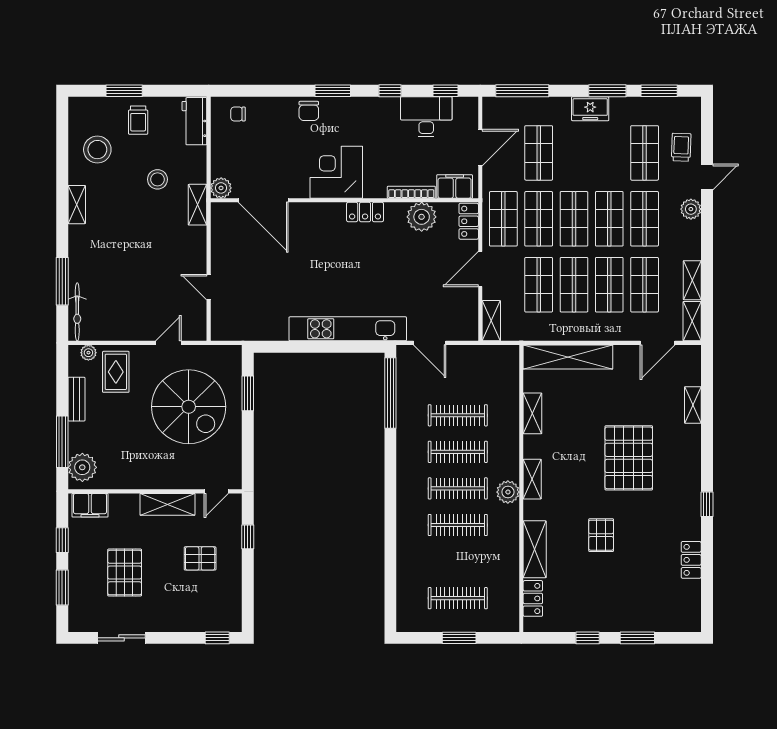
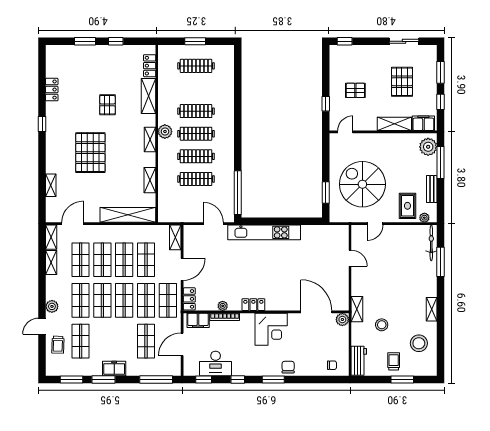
plant: (422, 217) -> (223, 306), width x0.53, depth x0.53
shelving: (167, 504) -> (394, 124), moved

